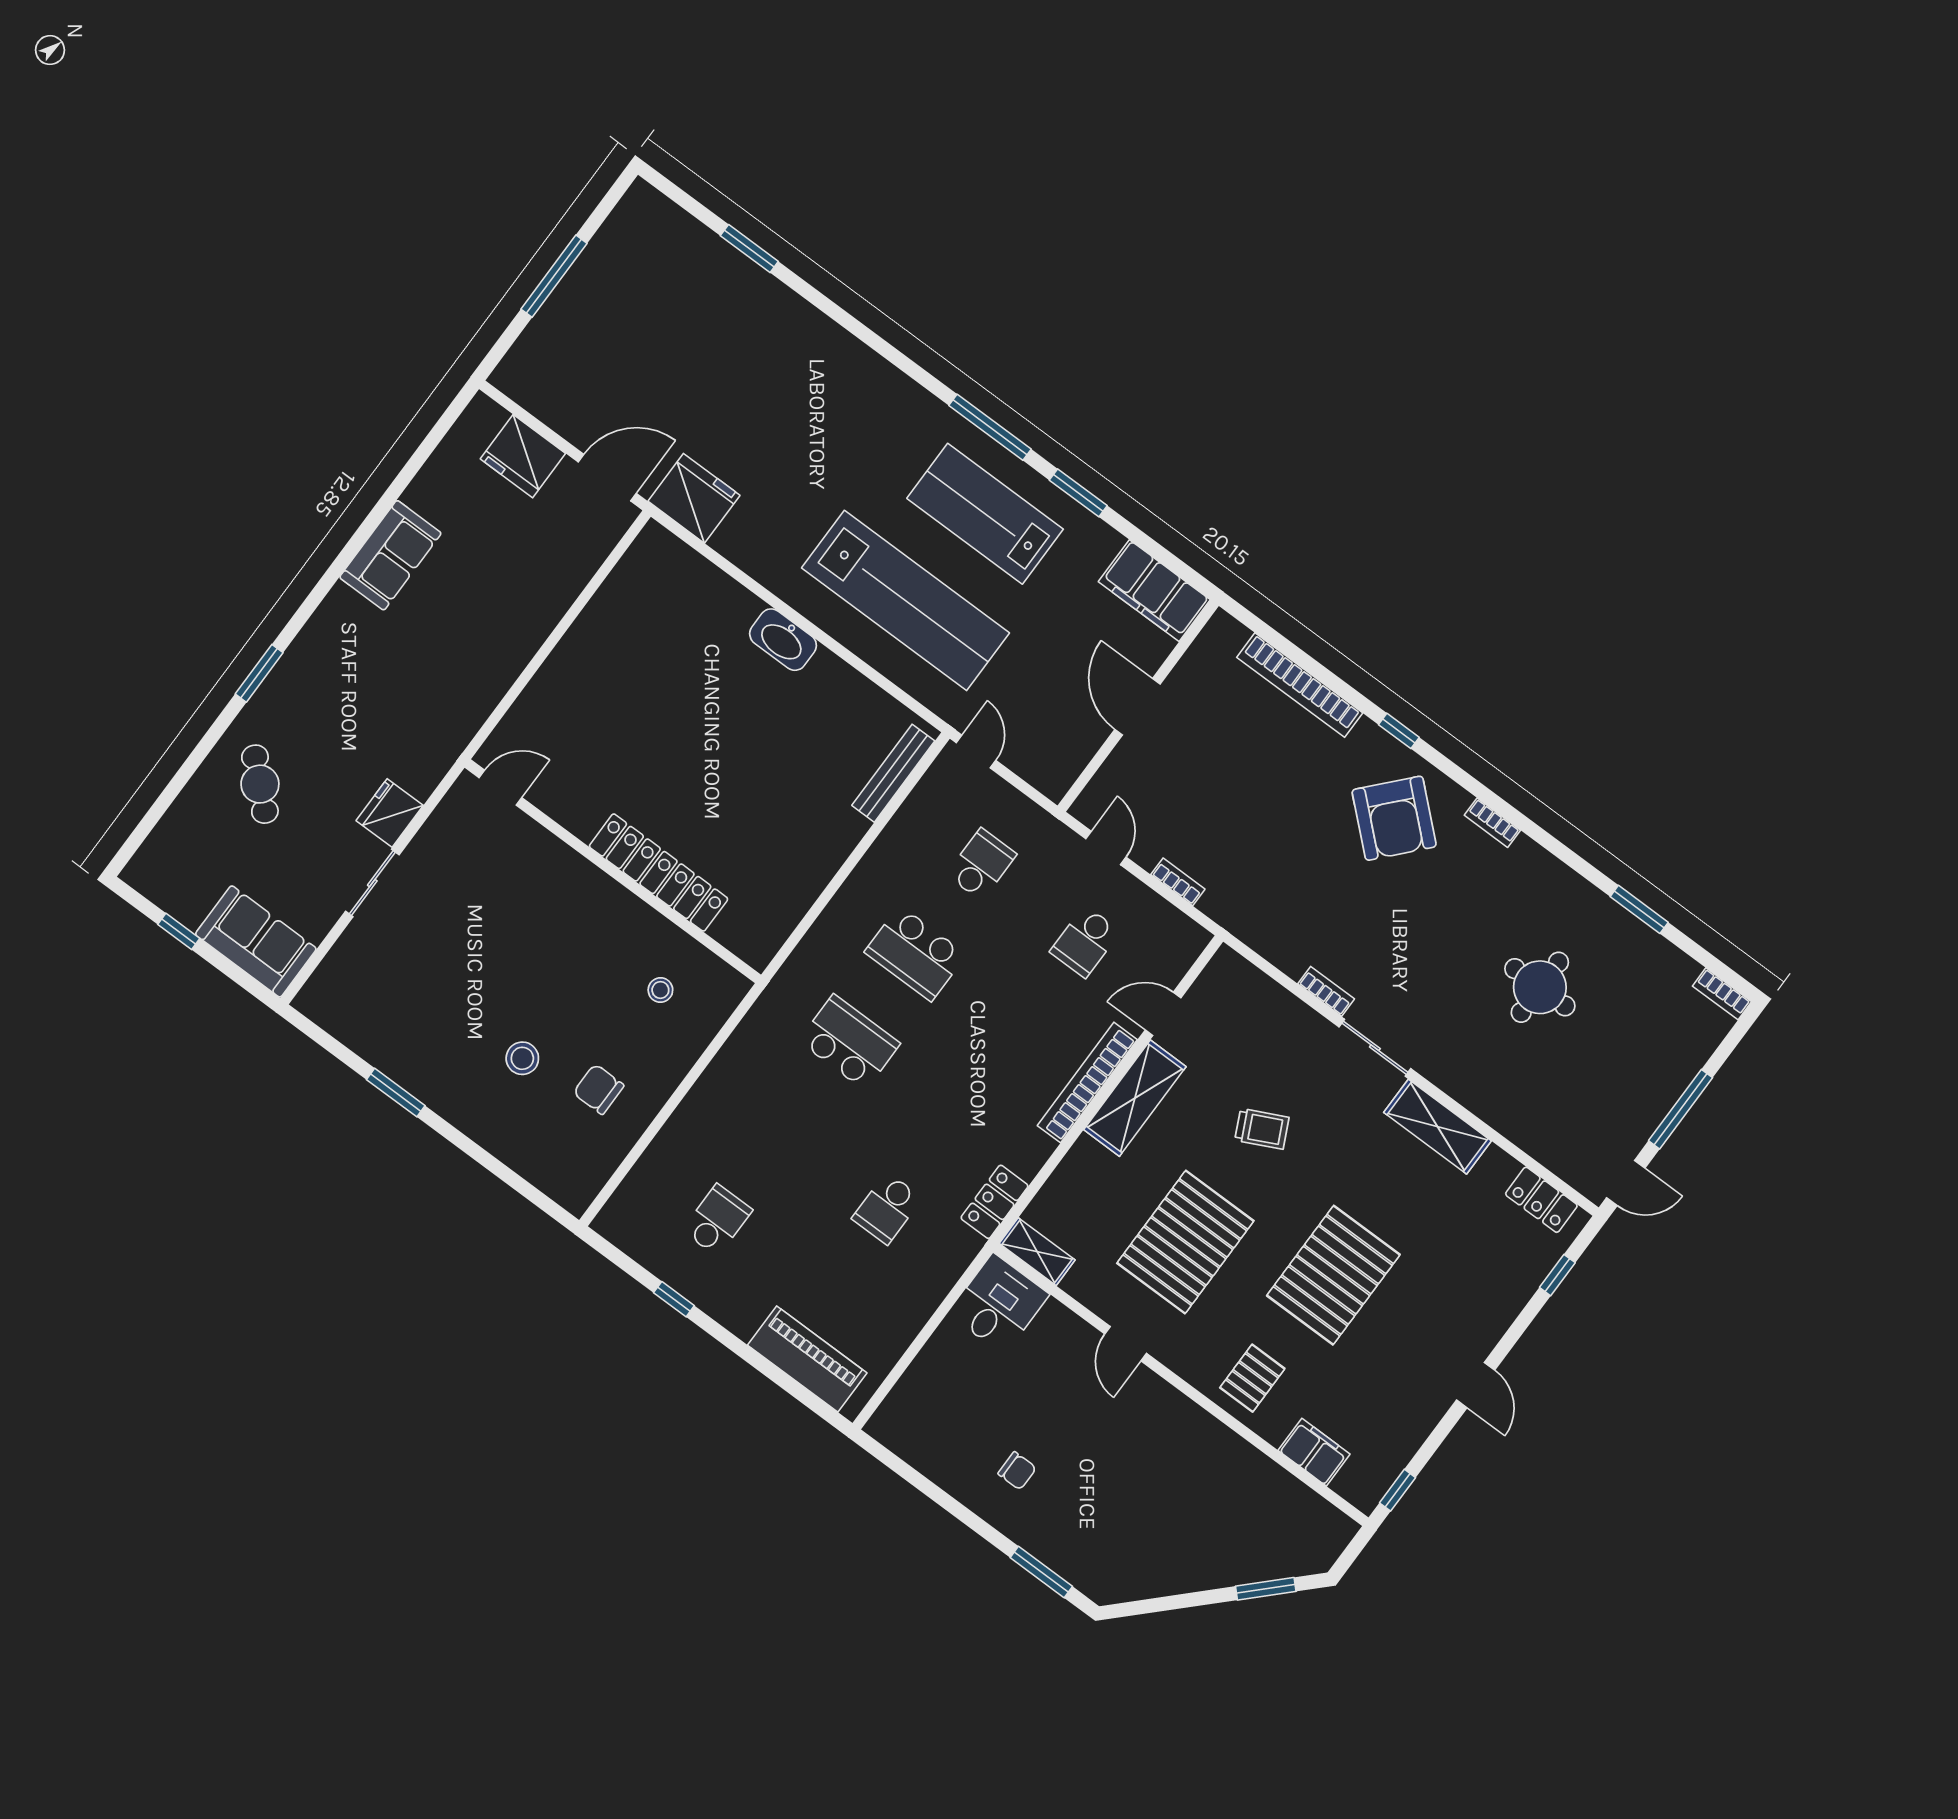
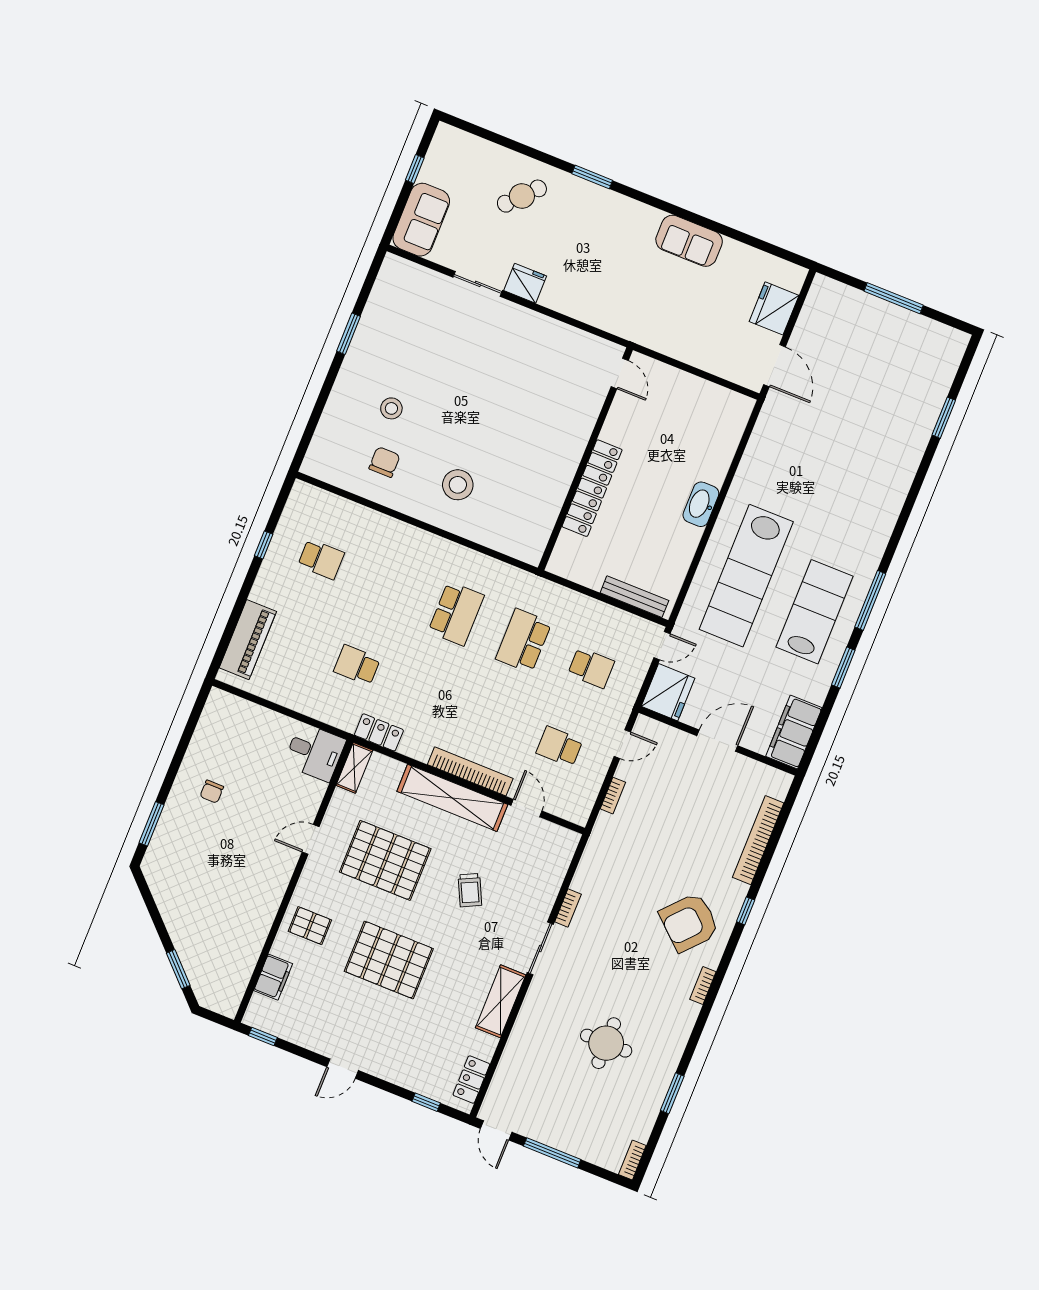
fridge: (694, 498) -> (668, 692), moved
door: (500, 788) -> (620, 374), moved
wall: (613, 871) -> (585, 459), moved
locker: (659, 873) -> (592, 488), moved
stool: (660, 990) -> (458, 485), width x1.89, depth x1.89
shelving: (1135, 1098) -> (452, 798), width x1.47

